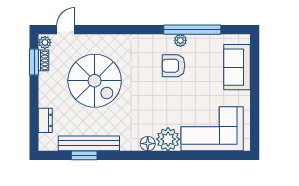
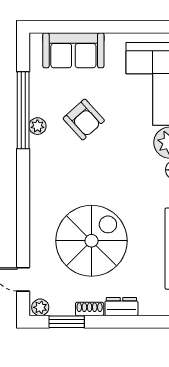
shoe rack: (44, 60) -> (90, 309), moved
armchair: (174, 66) -> (84, 120), moved, turned -42
dresser: (45, 120) -> (121, 307), moved

